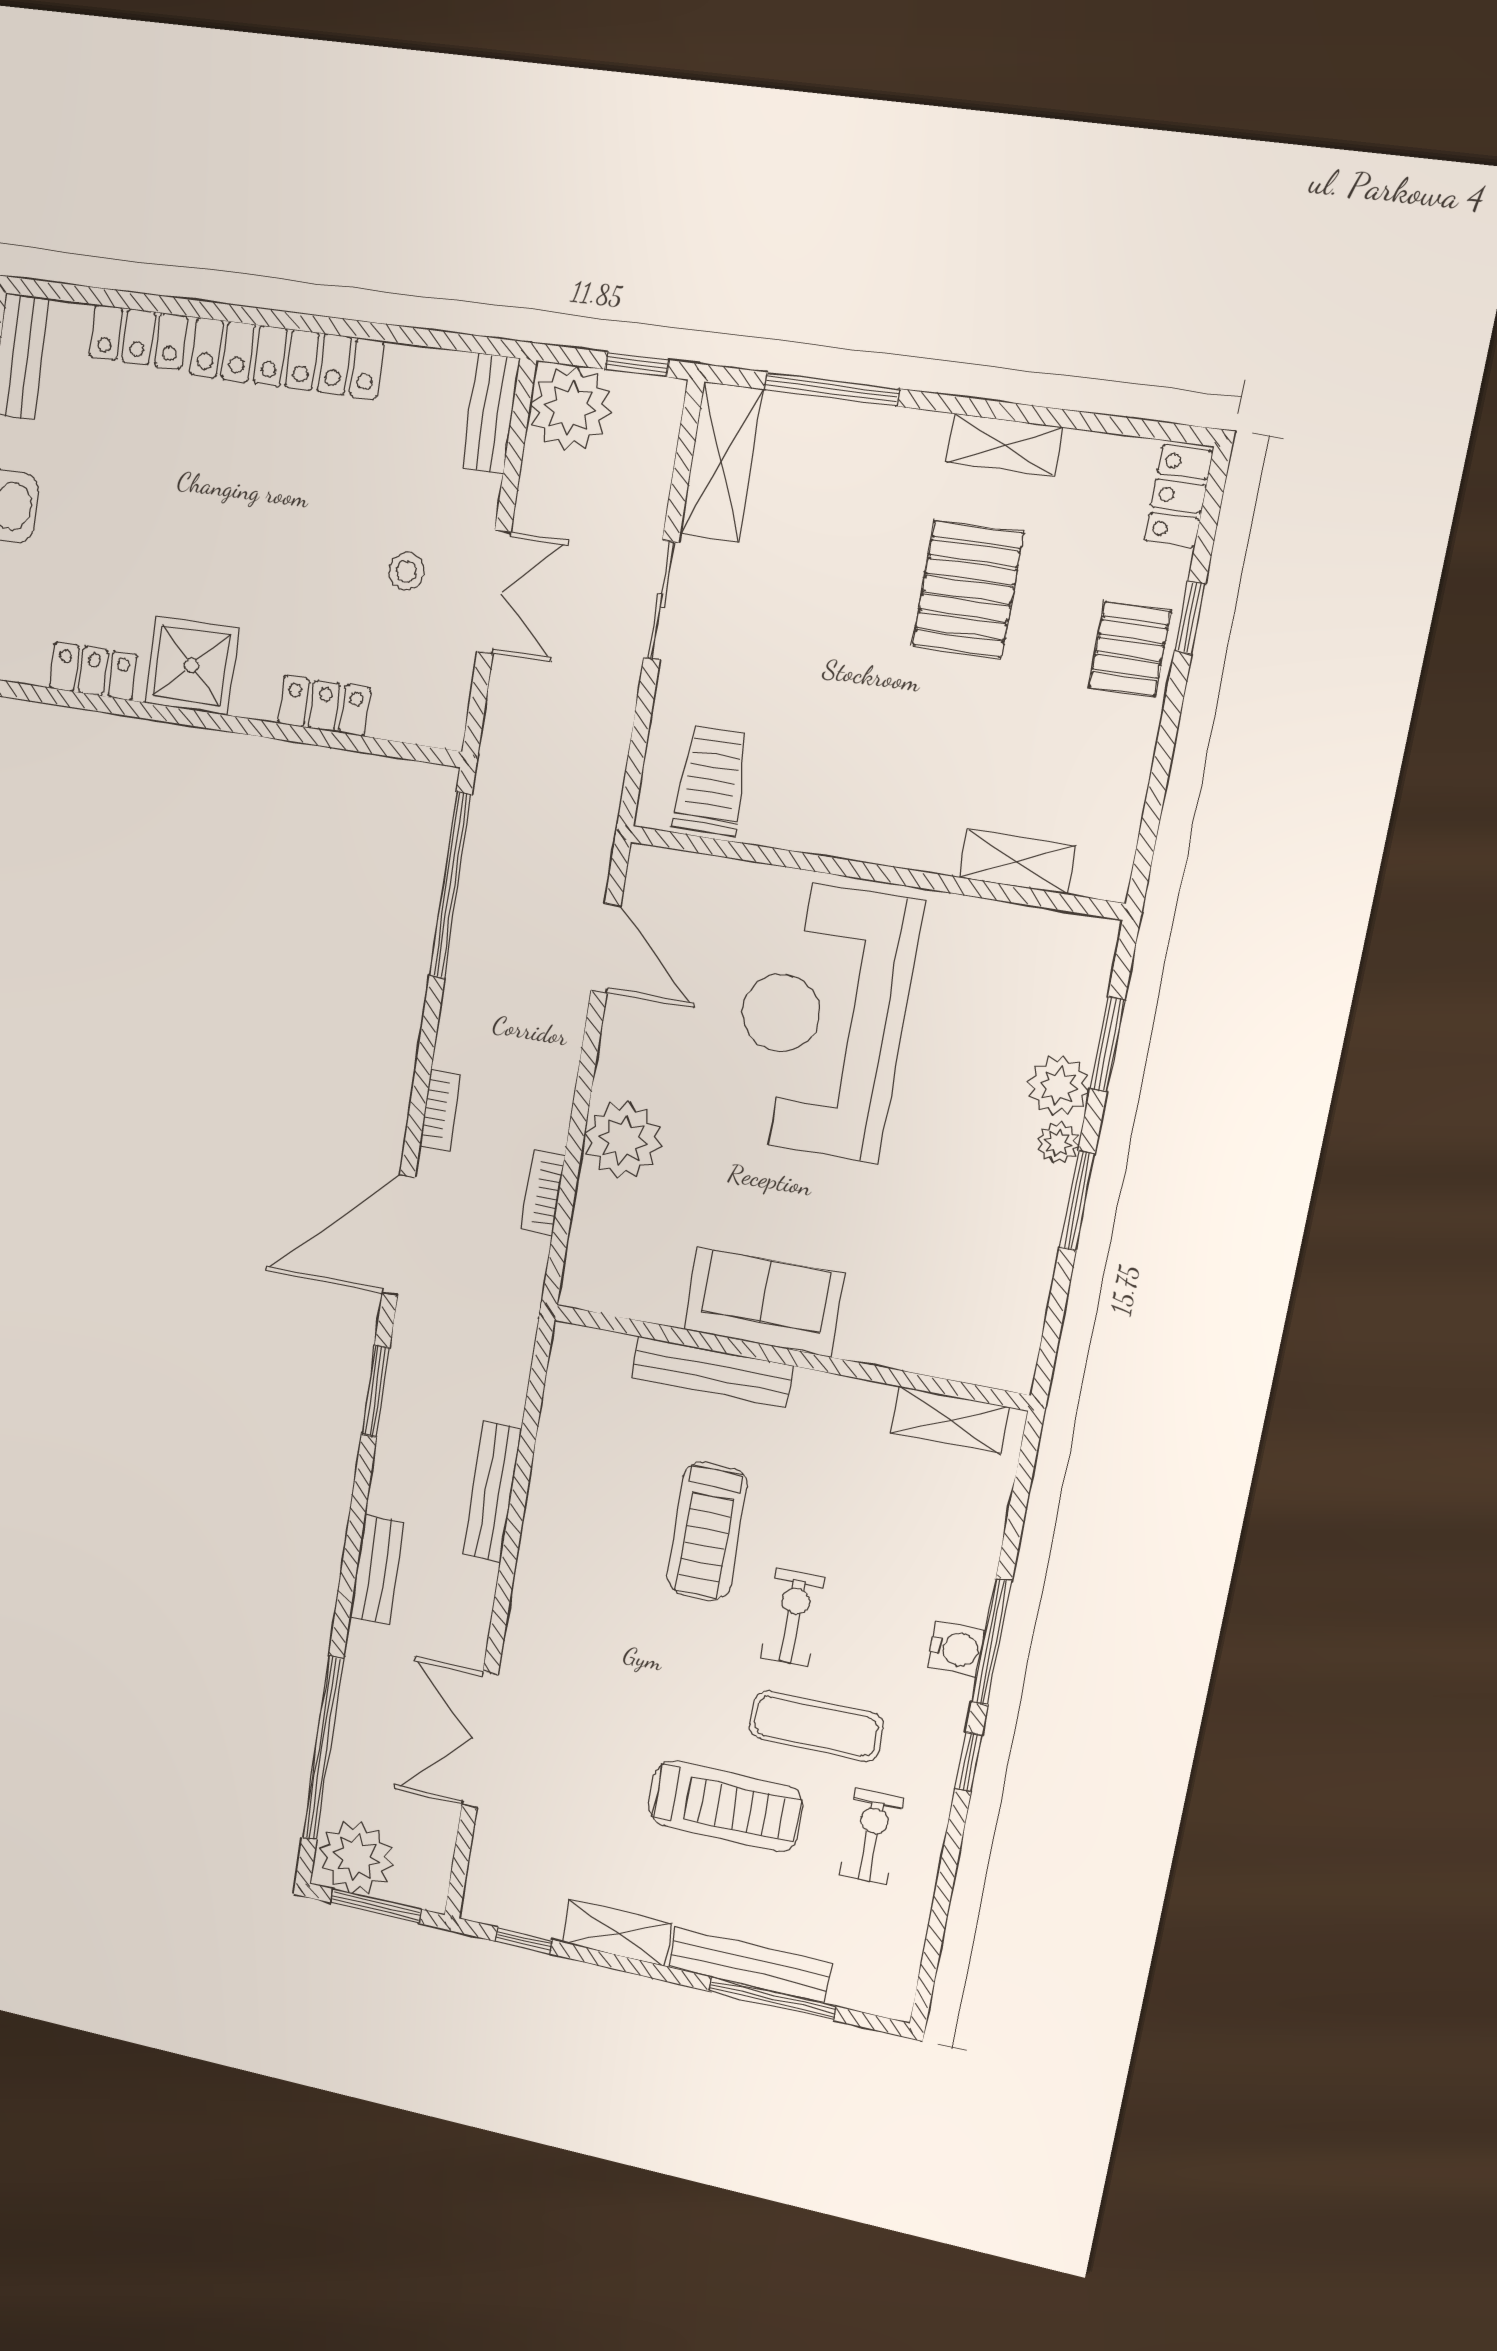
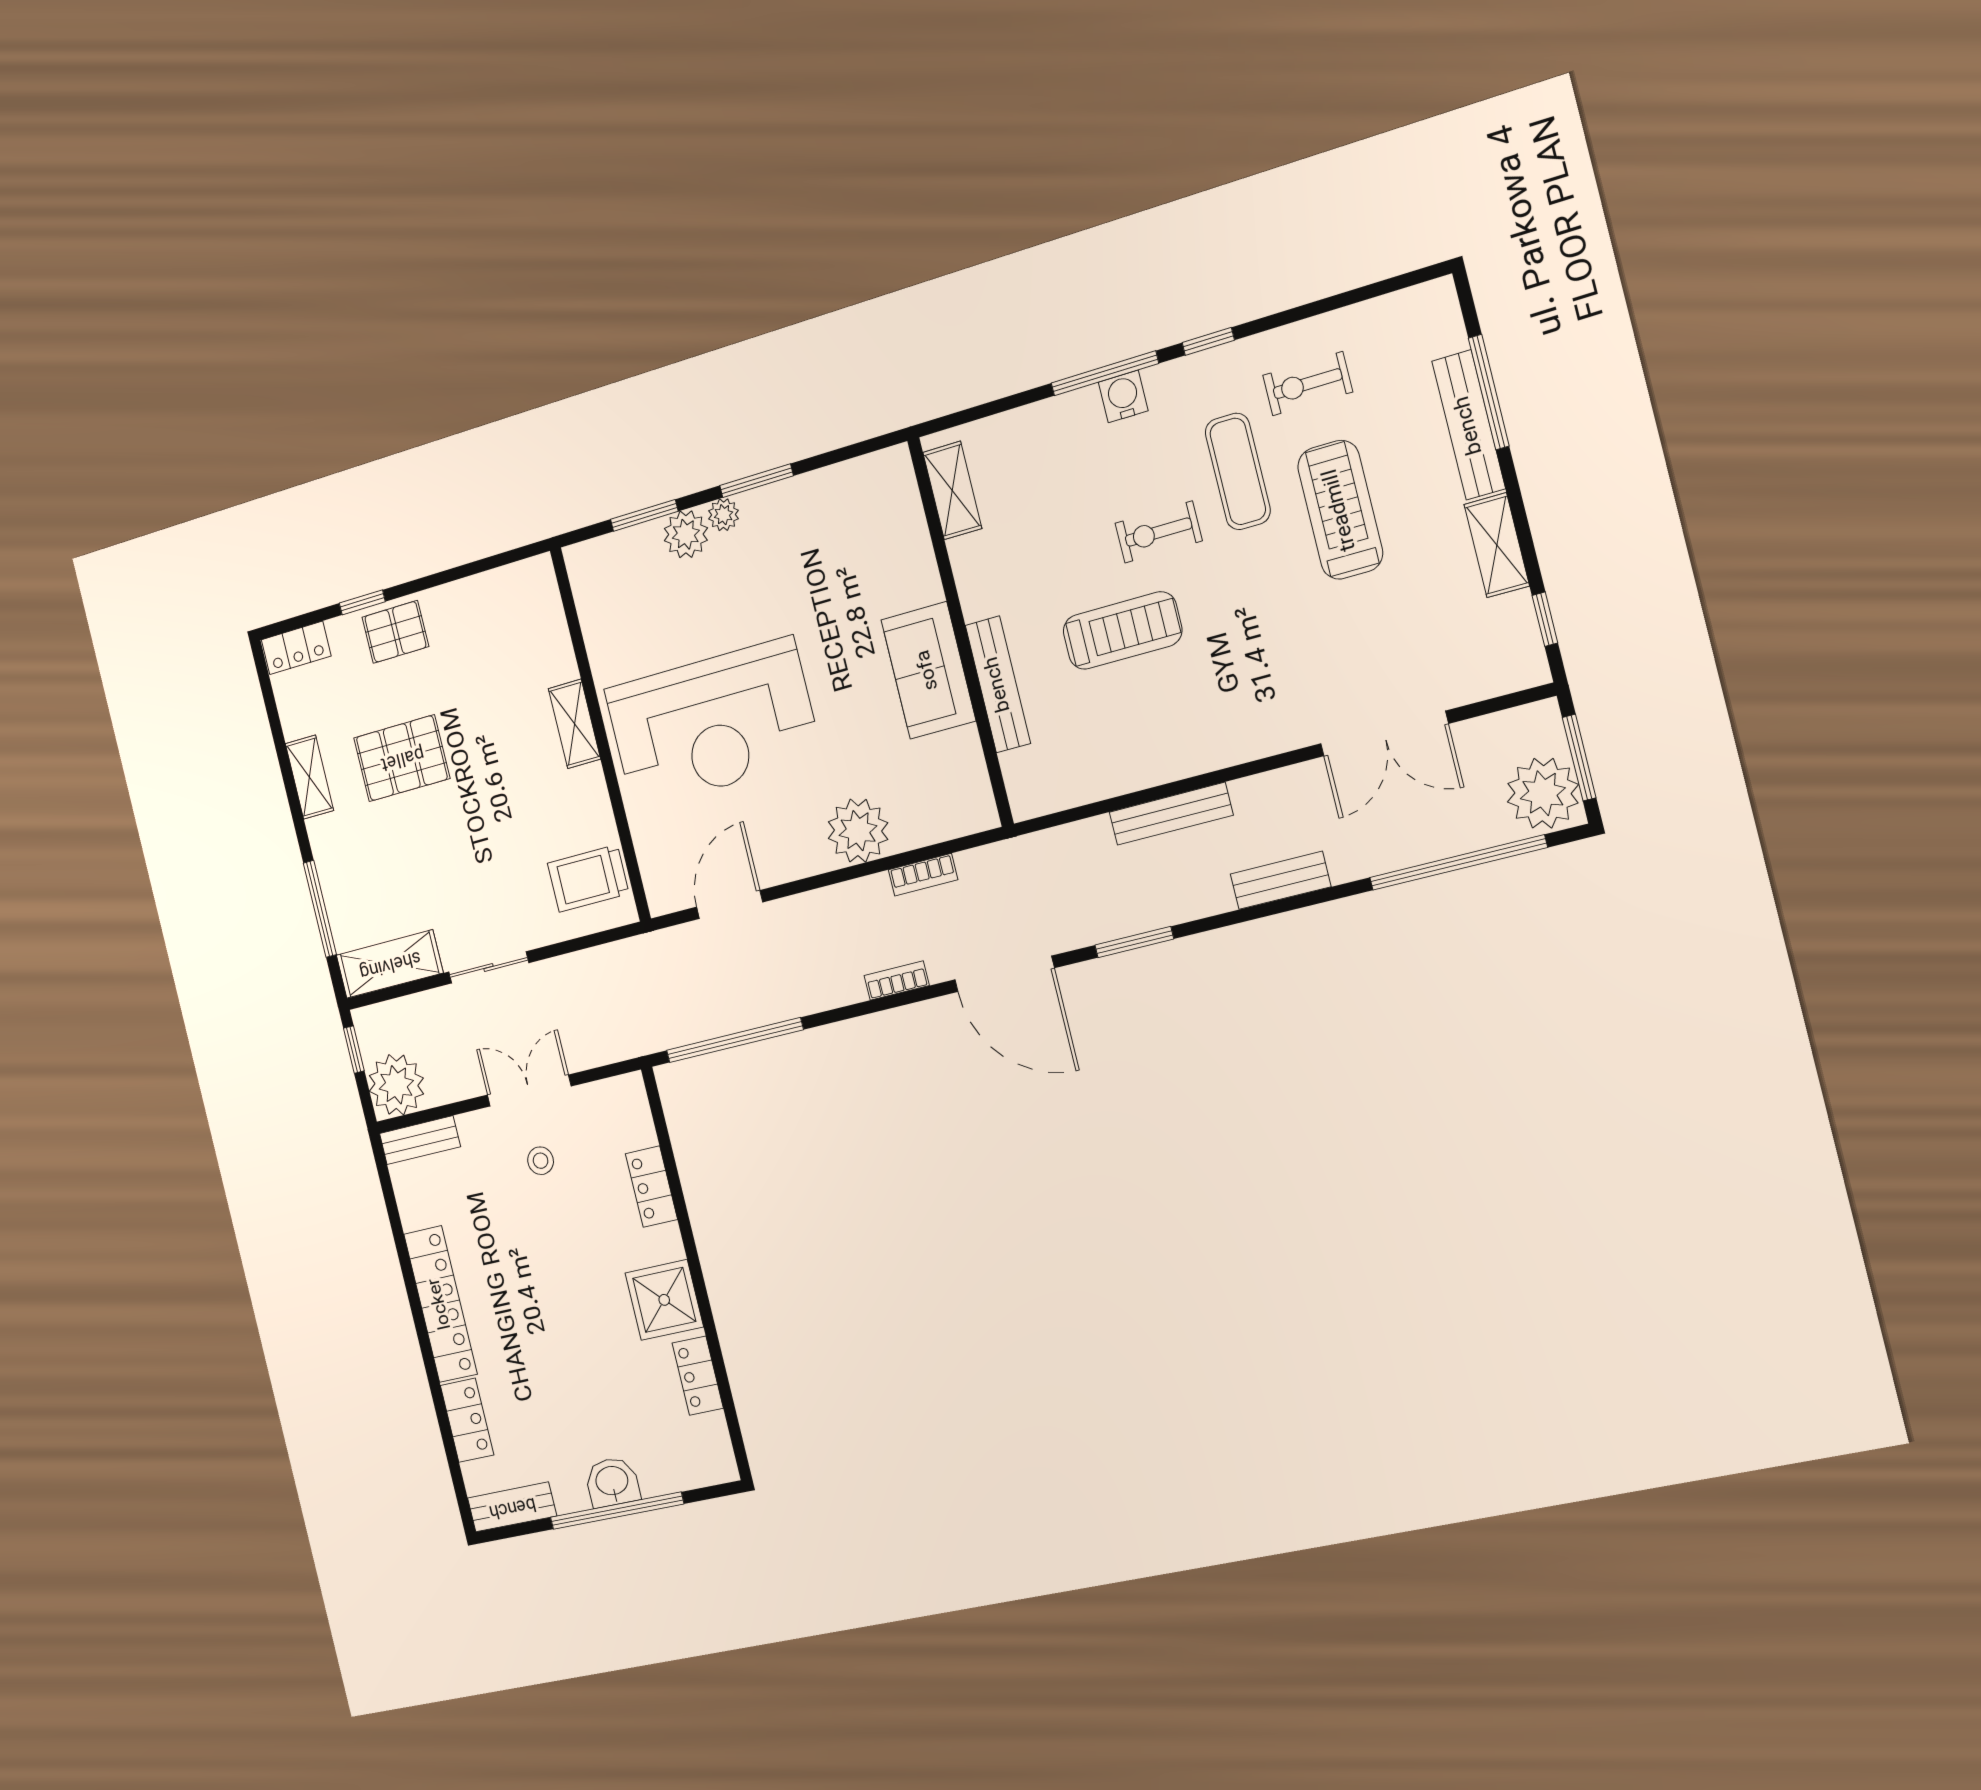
shelving: (1017, 862) -> (574, 724), moved

